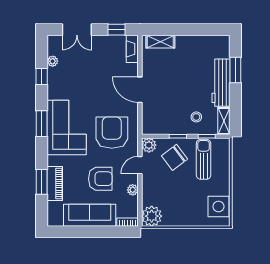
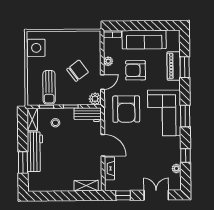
fireplace: (132, 49) -> (109, 168), moved
workbench: (158, 126) -> (88, 115), added
chair: (175, 157) -> (77, 71), moved
plant: (152, 216) -> (92, 39), removed

